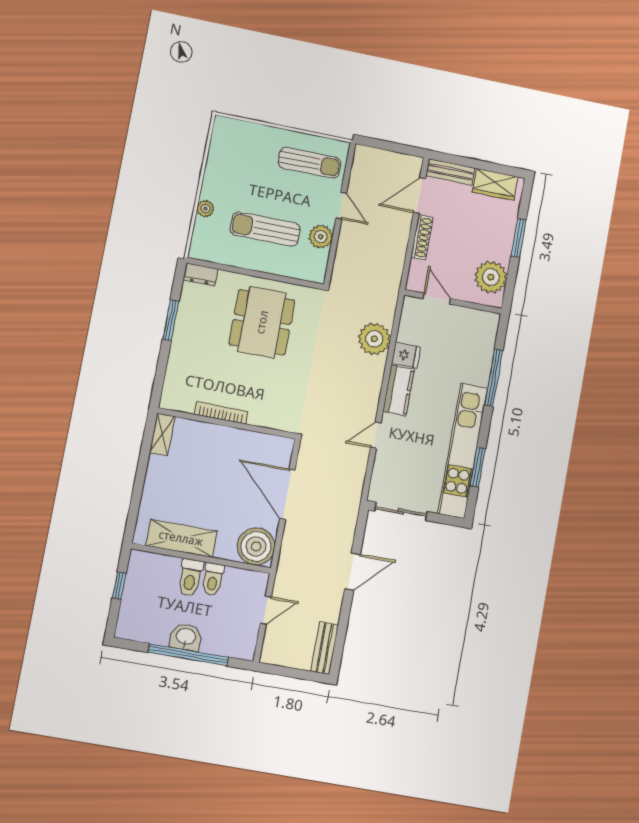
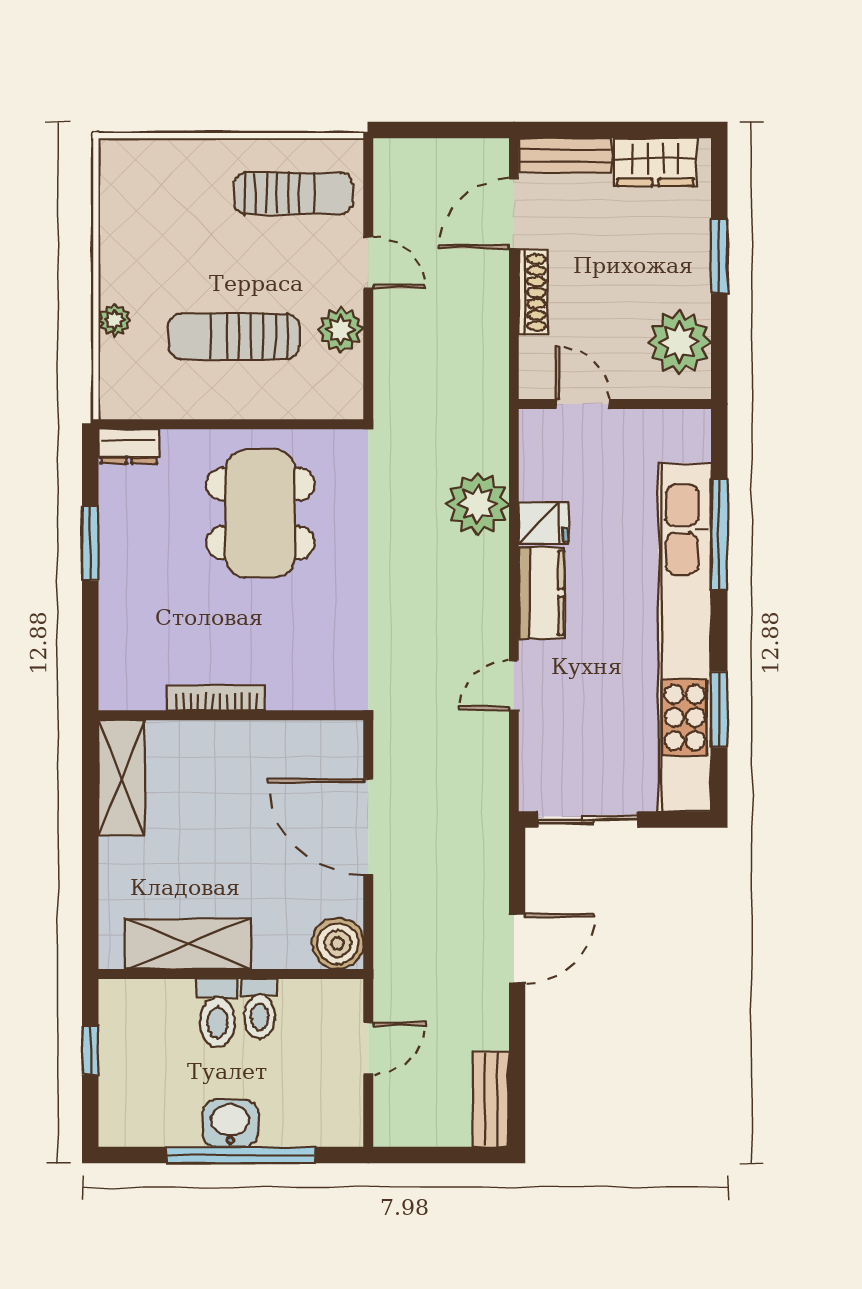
shelving: (162, 435) -> (121, 778), width x1.50, depth x1.33
kitchen unit: (463, 451) -> (685, 637), width x1.36
boiler: (256, 546) -> (338, 943), width x0.73, depth x0.73

